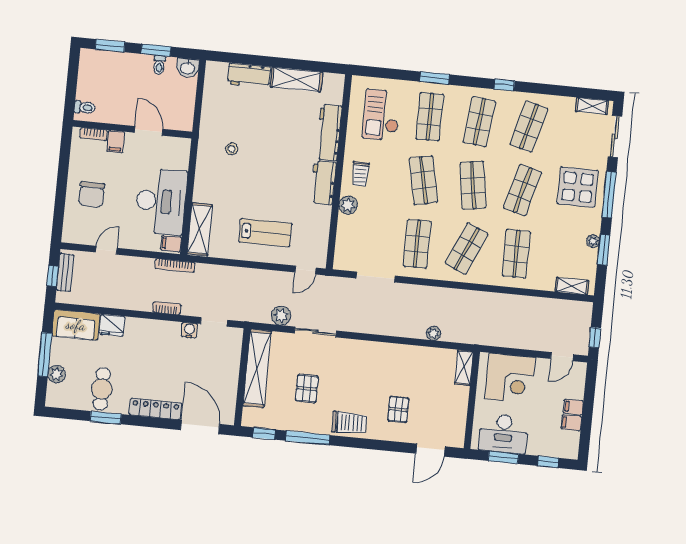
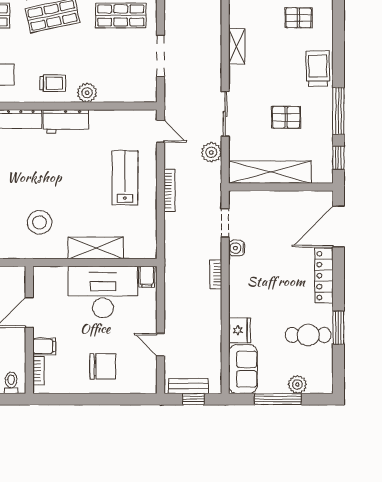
stool: (232, 149) -> (40, 222), width x1.89, depth x1.89
shelving: (200, 229) -> (96, 248), moved
bookcase: (175, 265) -> (169, 190), moved
shelving: (377, 349) -> (237, 46), added

